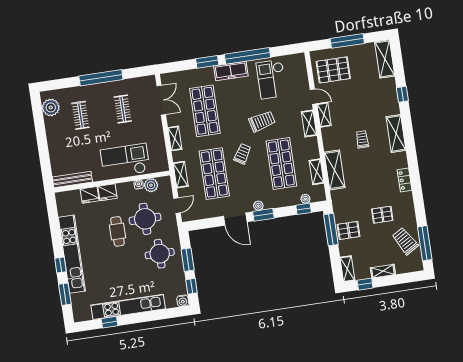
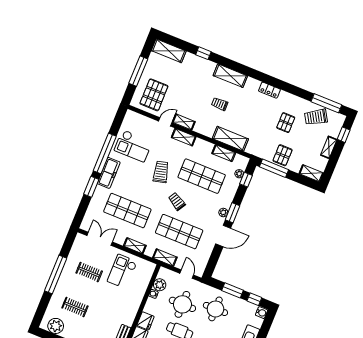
checkout: (125, 161) -> (122, 271), moved, width x0.73, depth x0.83
window: (365, 284) -> (344, 135), moved

